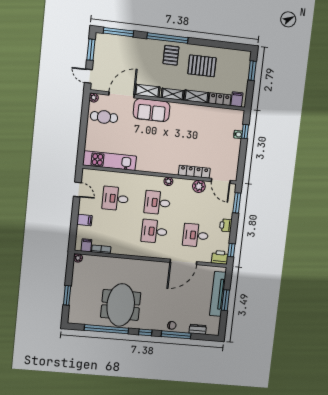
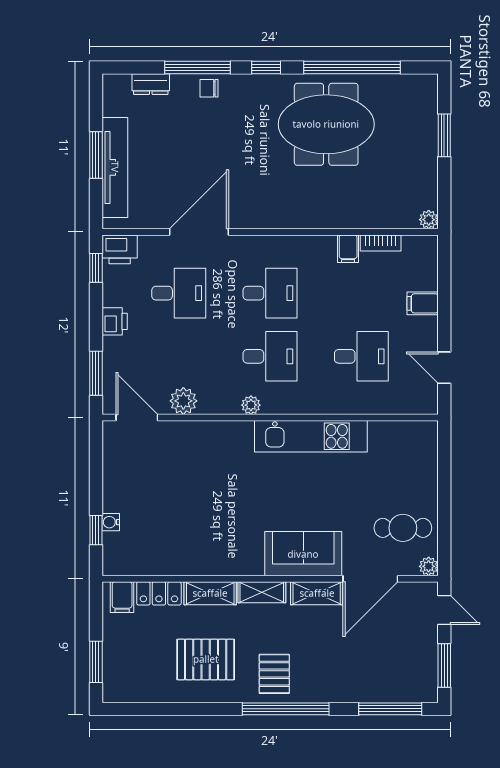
kitchen unit: (110, 161) -> (311, 436), moved
locker: (194, 172) -> (197, 432), removed
filing cabinet: (86, 245) -> (348, 249), moved
meeting table: (121, 305) -> (326, 124), turned 90

